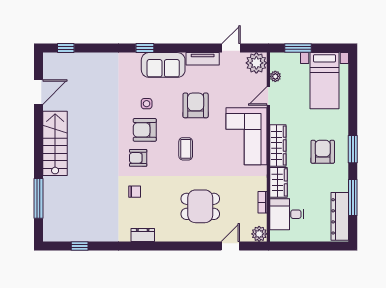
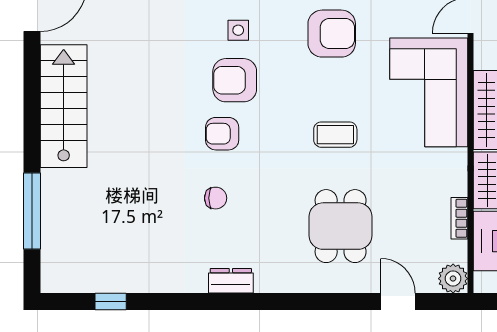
armchair: (196, 105) -> (332, 34), turned 90
coffee table: (186, 149) -> (335, 135), moved, turned 90
dining table: (200, 206) -> (341, 226), turned 90
door: (230, 246) -> (398, 302), hinge flipped

